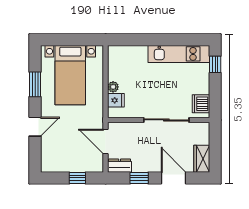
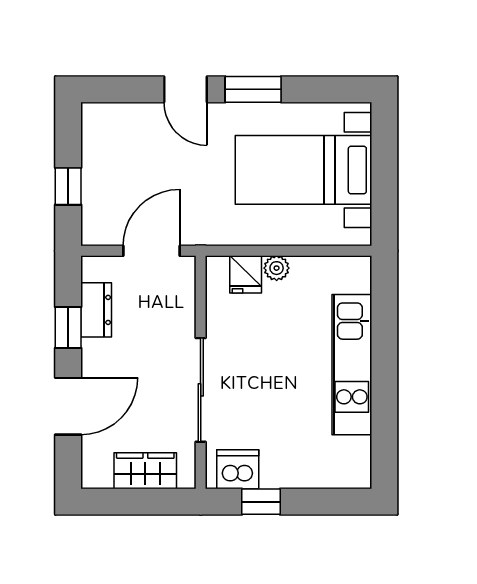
kitchen unit: (179, 54) -> (352, 365), moved
window: (215, 64) -> (261, 502), moved
window: (35, 84) -> (253, 89), moved
wardrobe: (202, 159) -> (145, 471), moved
dresser: (120, 166) -> (96, 310), moved

